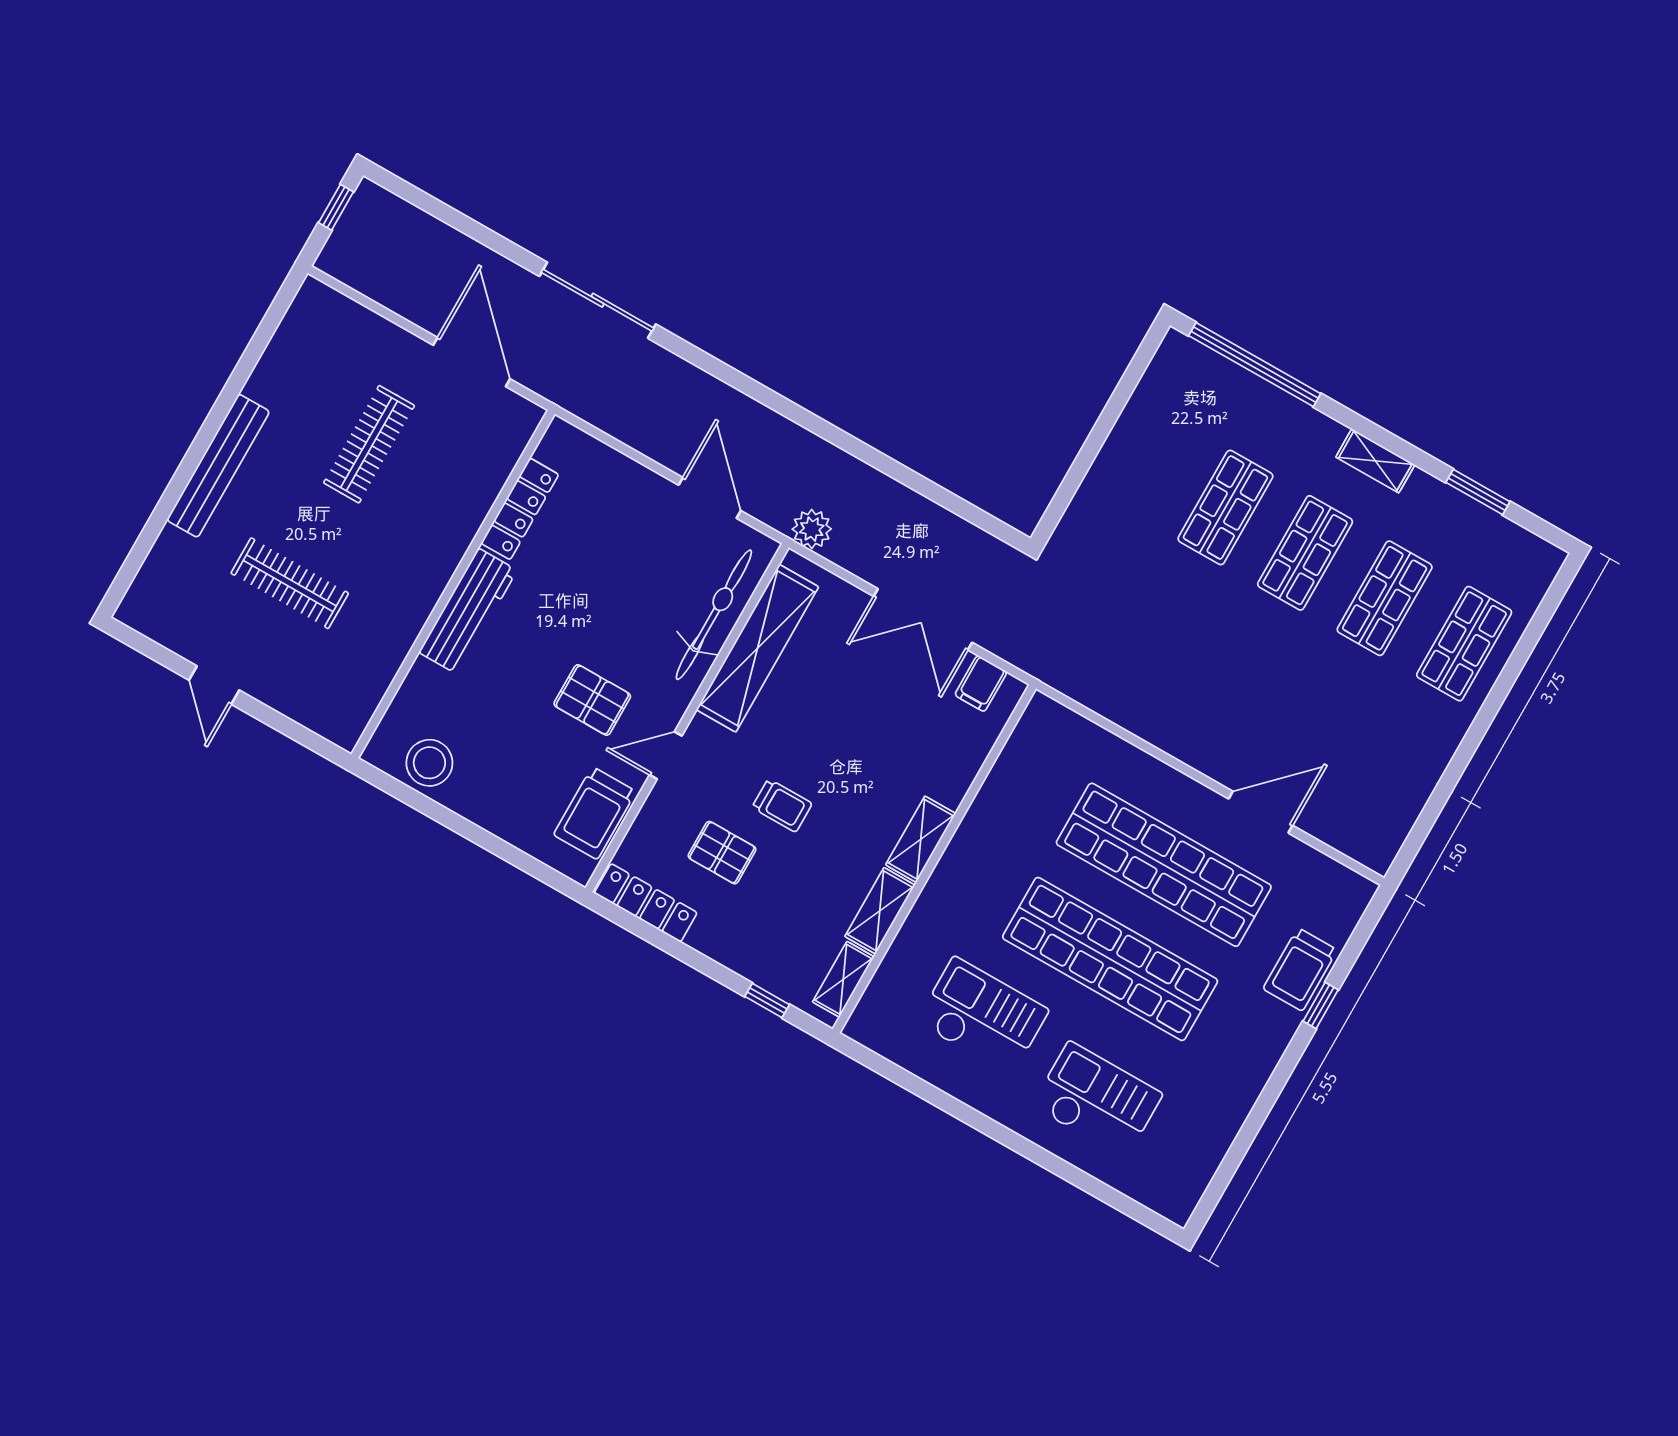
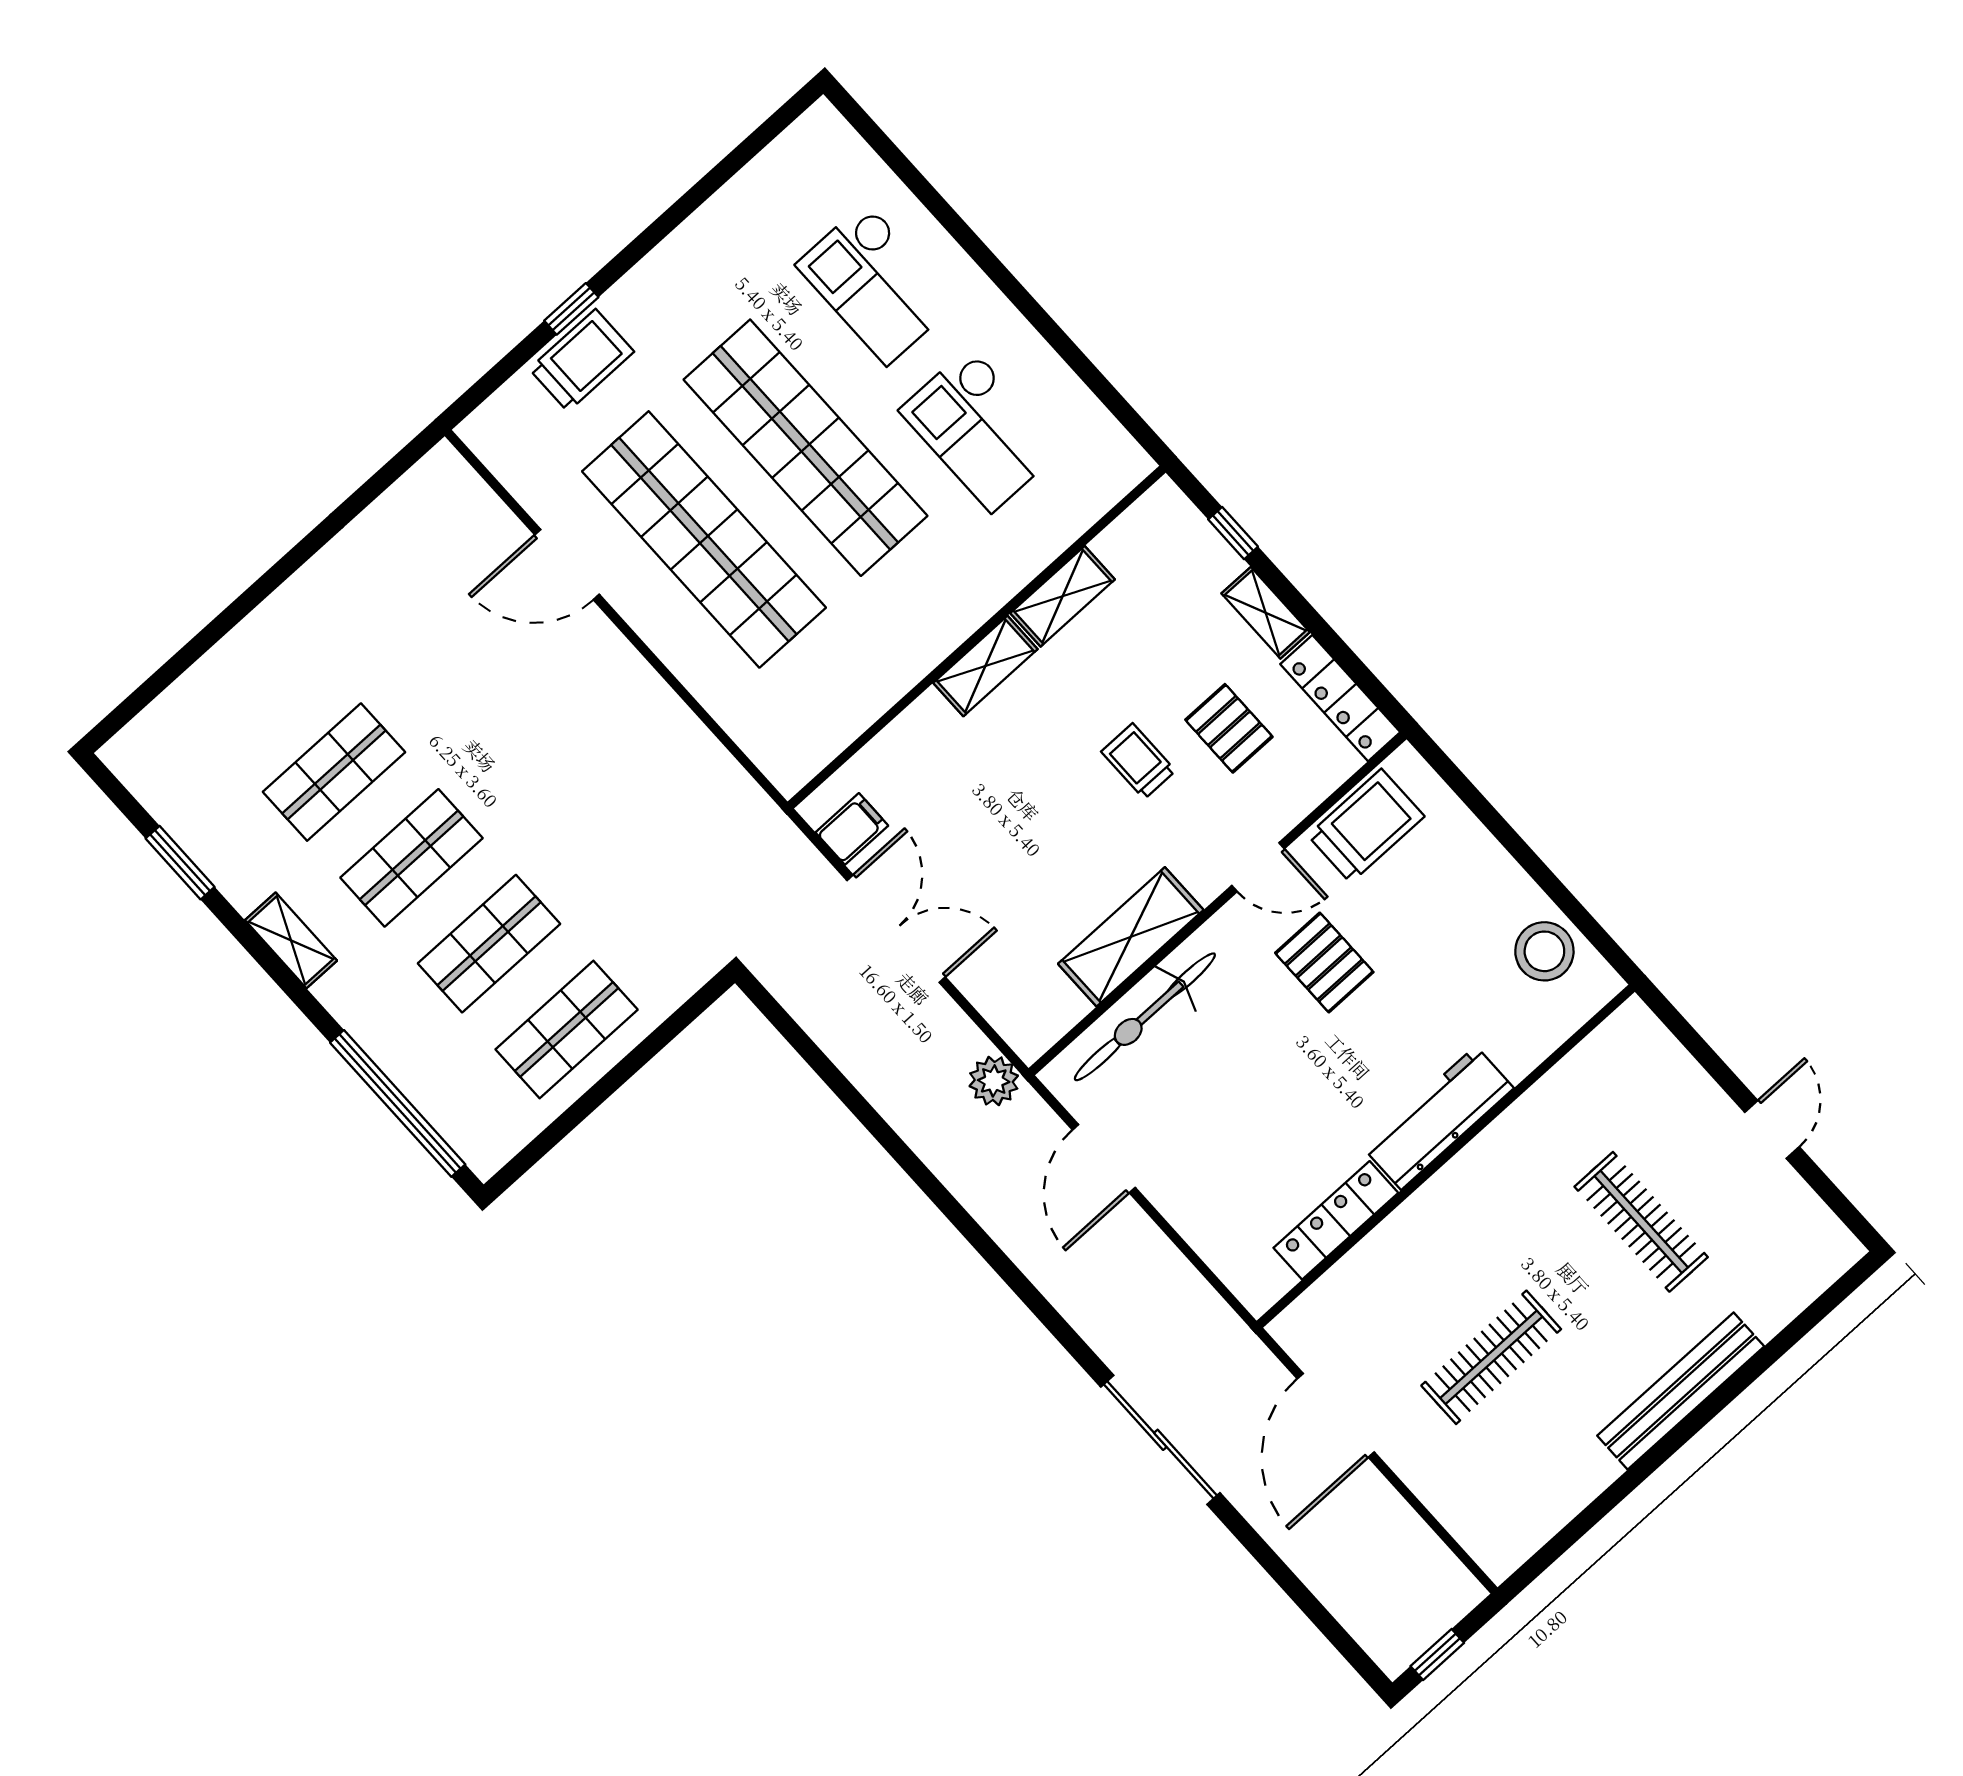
shop shelf: (1464, 644) -> (567, 1029), moved
shelving: (757, 648) -> (1131, 937), width x0.68
shelving: (843, 979) -> (1266, 613), moved, turned 90

